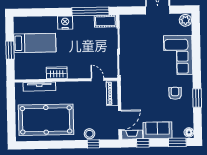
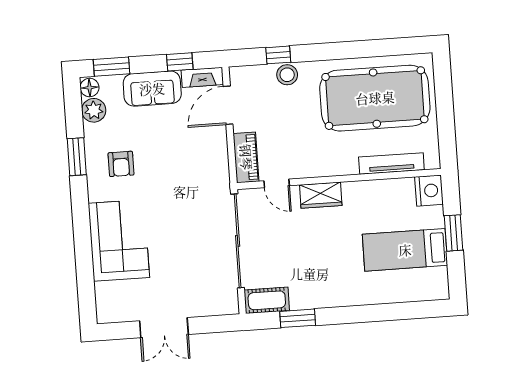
window: (90, 11) -> (298, 318), width x0.47
plant: (185, 20) -> (94, 110), moved
nightstand: (65, 23) -> (429, 191), moved, turned -90
wardrobe: (57, 73) -> (321, 195), moved

